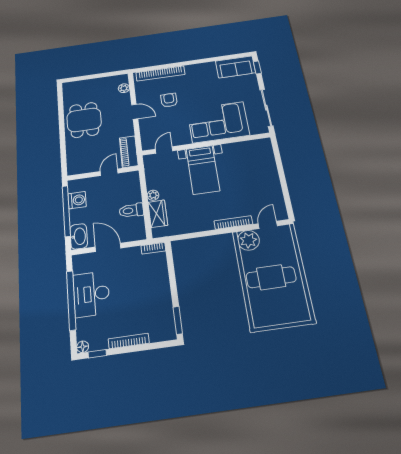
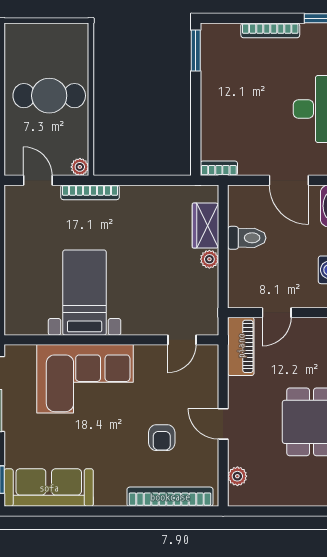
sofa: (236, 67) -> (49, 488), width x1.36
bed with nightstands: (203, 170) -> (85, 293), moved
door: (268, 225) -> (38, 180), swing flipped
plant: (248, 240) -> (80, 167), width x0.53, depth x0.53

